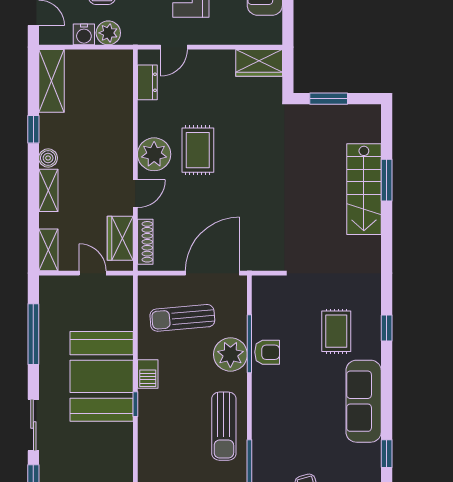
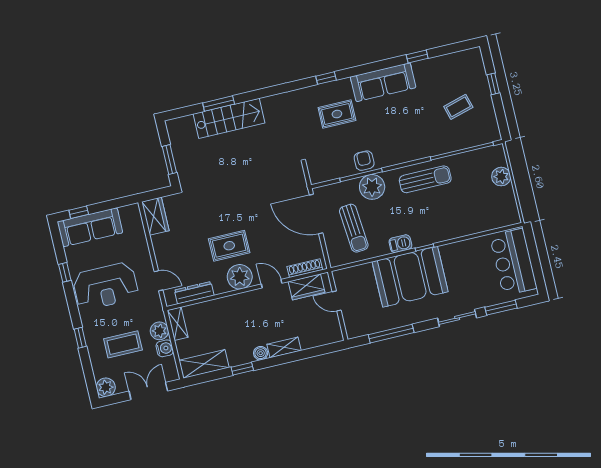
dresser: (147, 82) -> (194, 293), width x1.44
shelving: (48, 250) -> (178, 324), moved, turned 90
door: (93, 273) -> (337, 301), hinge flipped

